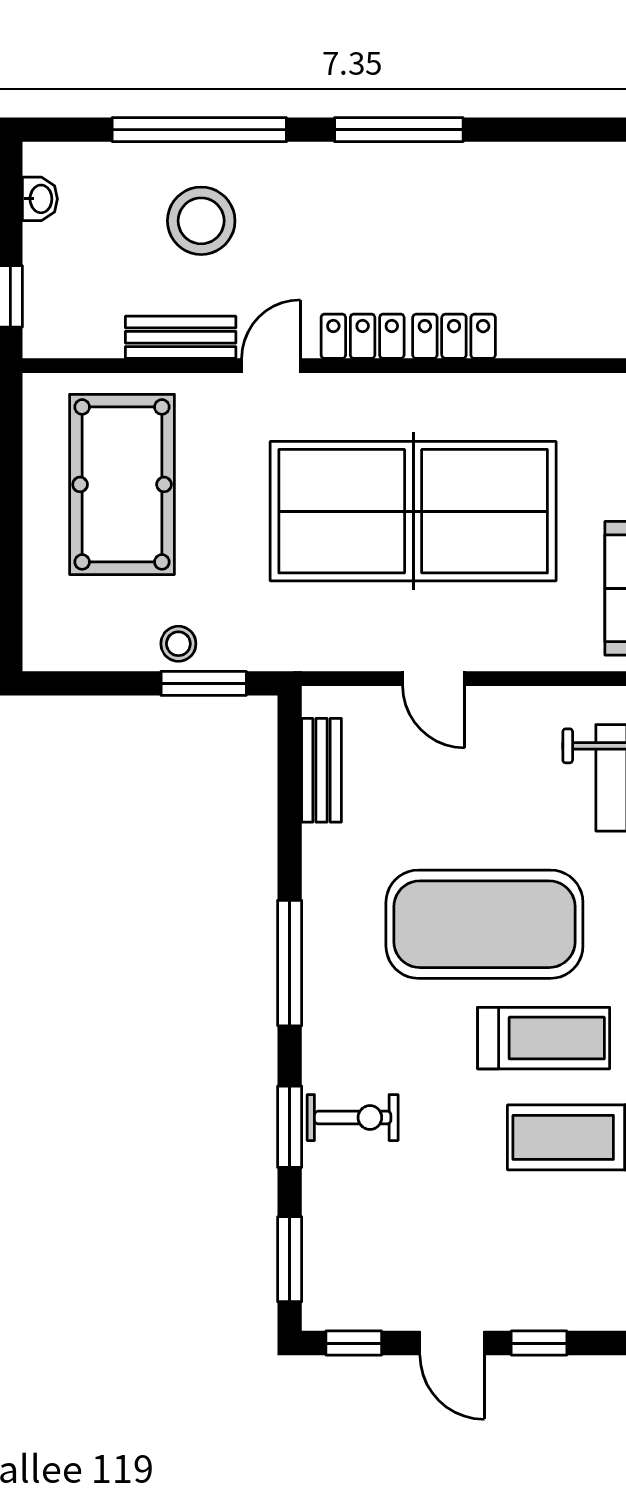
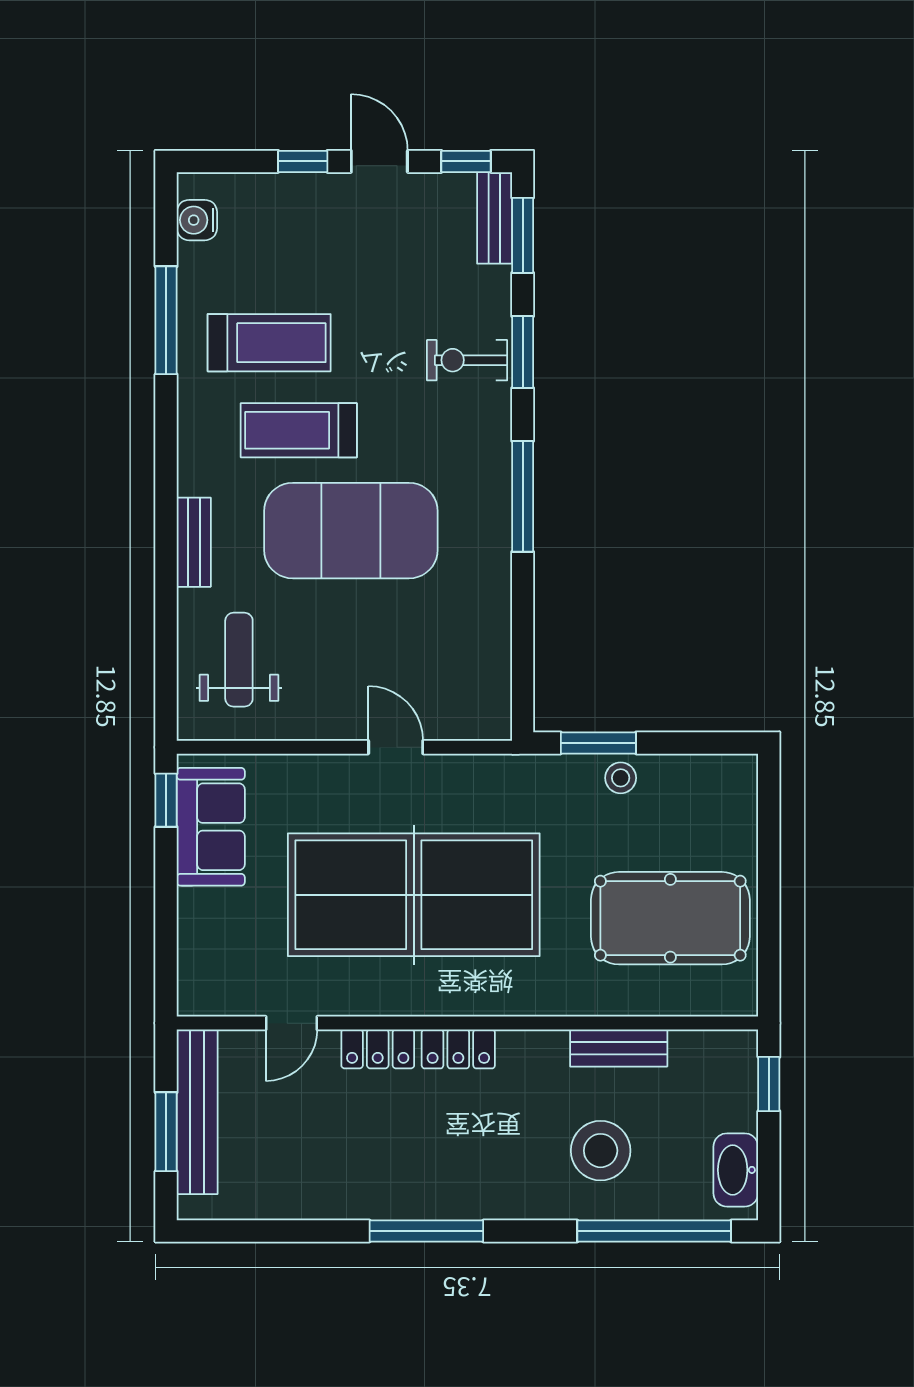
window: (199, 130) -> (654, 1231), moved
washbasin: (40, 199) -> (736, 1170), width x1.91, depth x1.45
door: (271, 366) -> (292, 1023), moved
pool table: (122, 484) -> (670, 918), turned 90
bench: (321, 770) -> (495, 218), moved

